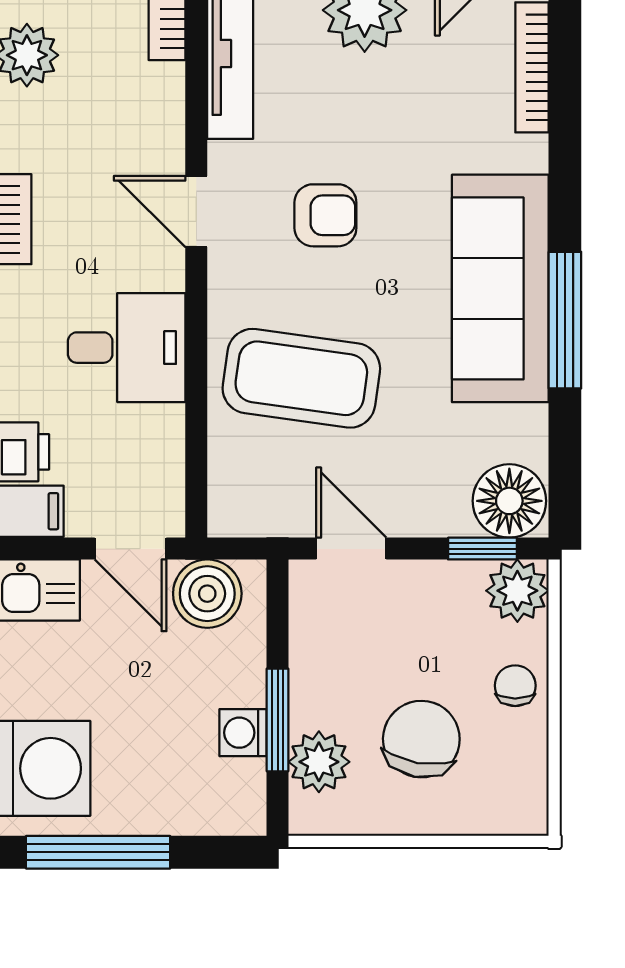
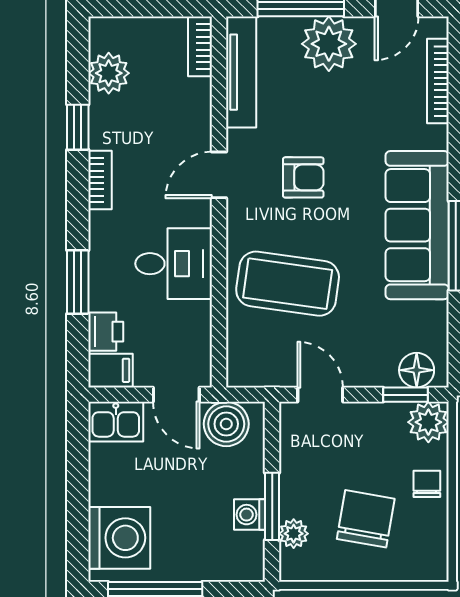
door: (196, 211) -> (219, 175), hinge flipped
floor lamp: (509, 501) -> (417, 370), width x0.73, depth x0.73
plant: (319, 762) -> (294, 534), width x0.73, depth x0.73

